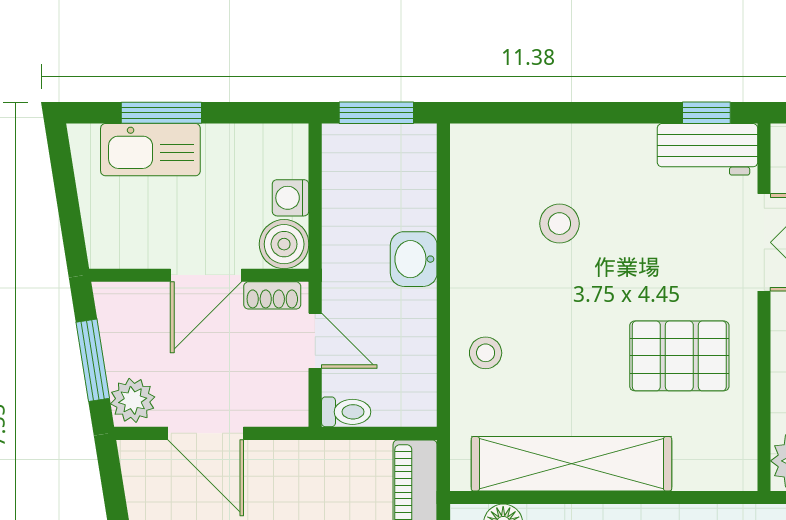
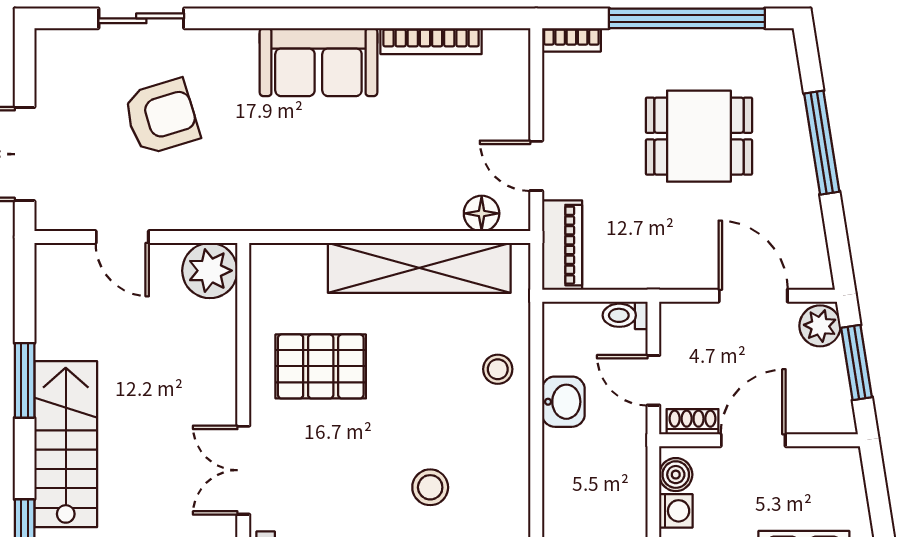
boiler: (284, 244) -> (676, 475), width x0.73, depth x0.73
washbasin: (414, 259) -> (563, 402), moved

